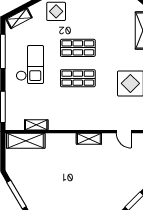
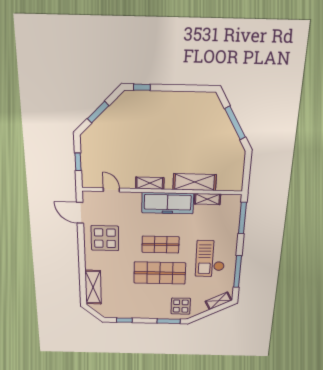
shop shelf: (78, 48) -> (160, 273), width x1.43, depth x1.36
freezer: (72, 120) -> (168, 203), added
shelving: (26, 141) -> (195, 182), moved

